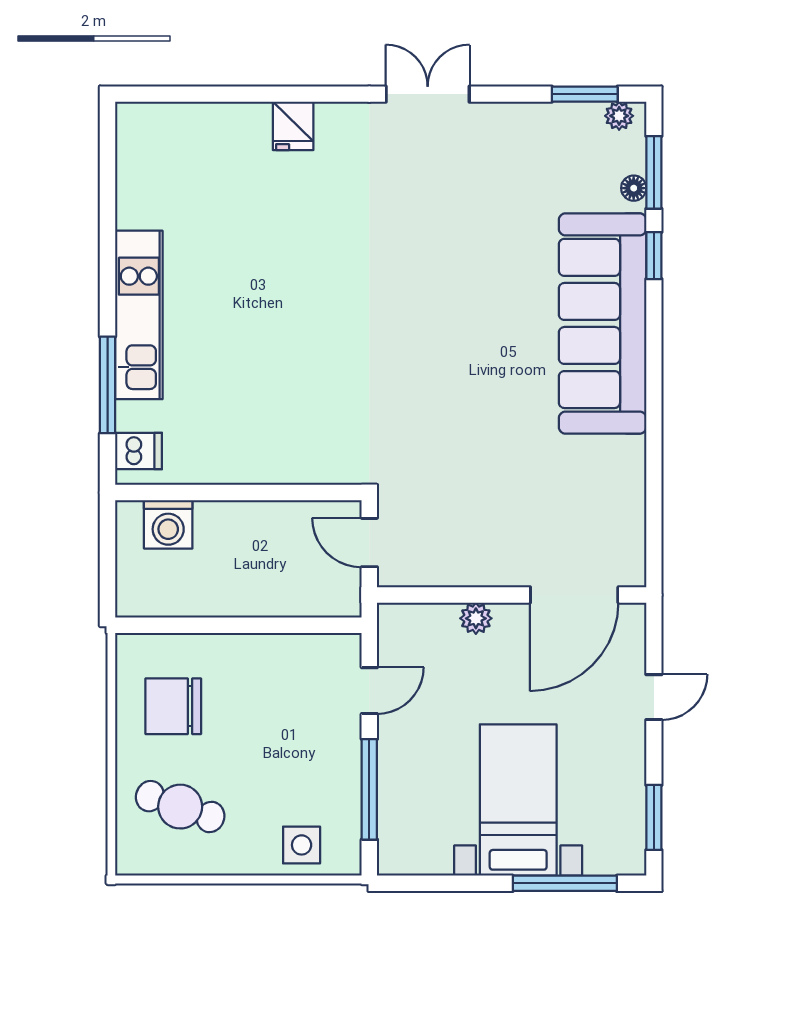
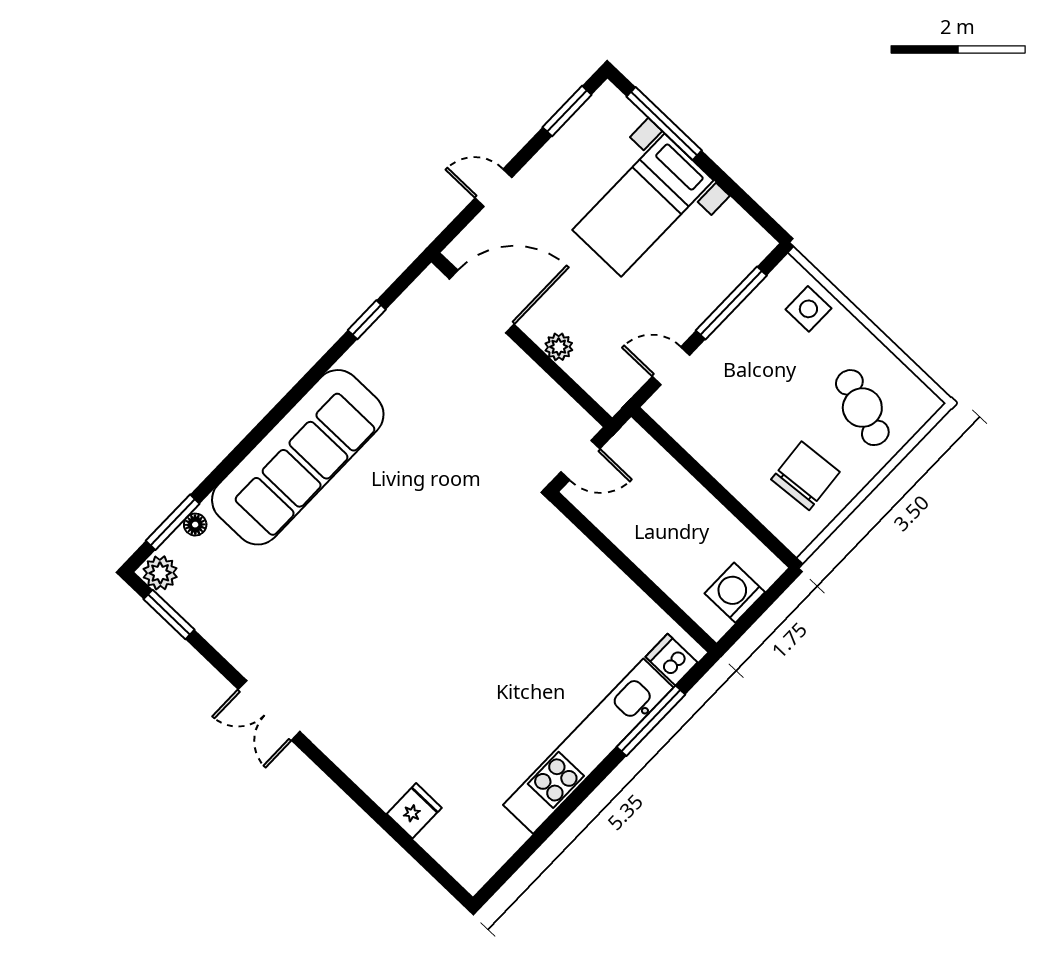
plant: (619, 116) -> (160, 573), width x1.38, depth x1.38
fridge: (293, 126) -> (414, 811), moved
window: (654, 256) -> (367, 320), moved
kitchen unit: (139, 315) -> (588, 746), width x1.36
washing machine: (168, 524) -> (735, 593), moved, turned -90
door: (369, 543) -> (580, 460), hinge flipped
chair: (173, 706) -> (805, 476), turned -95

